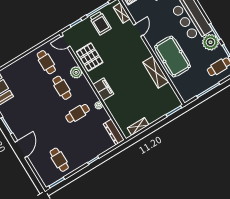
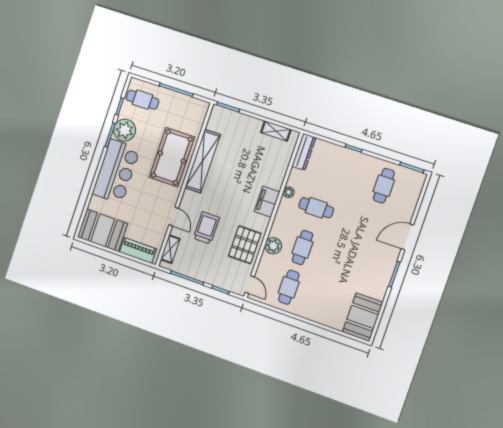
trolley: (100, 23) -> (206, 228), moved
door: (138, 30) -> (174, 217), swing flipped
shelving: (156, 72) -> (203, 161), width x1.47

